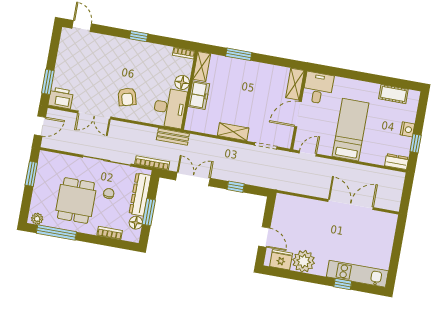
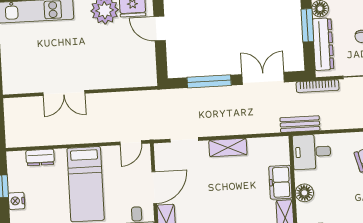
desk: (170, 108) -> (312, 152), width x0.73
dresser: (397, 162) -> (40, 157), moved
double door: (193, 179) -> (263, 78), swing flipped
window: (236, 187) -> (209, 81), width x2.17
double door: (351, 205) -> (64, 93), width x0.73

